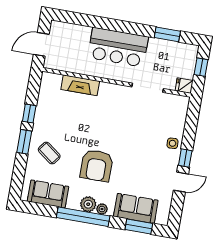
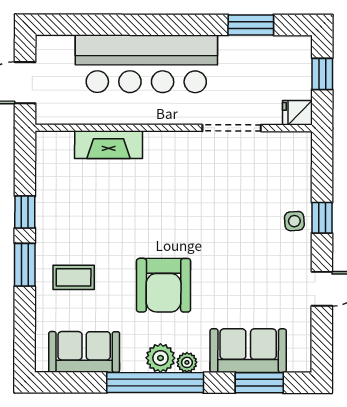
bar counter: (118, 47) -> (146, 64), width x1.36
coffee table: (49, 153) -> (74, 277), turned -37
window: (185, 158) -> (322, 218), moved

